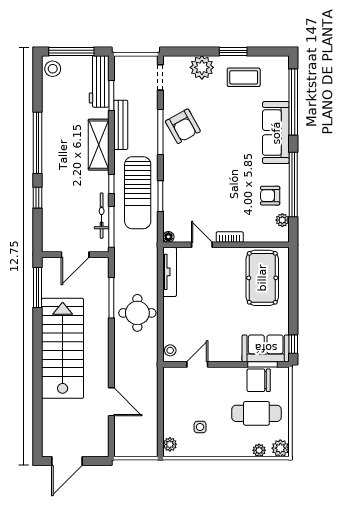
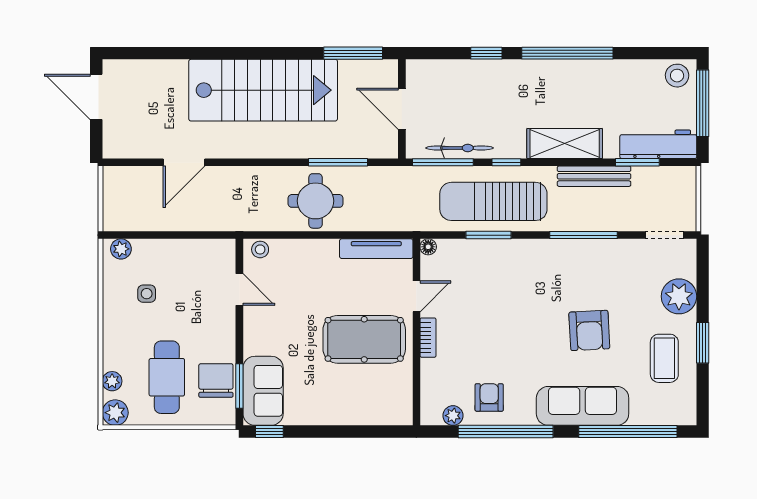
armchair: (183, 126) -> (589, 330), moved, turned -64
pool table: (262, 278) -> (364, 339), moved

